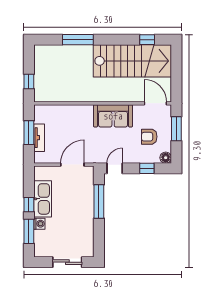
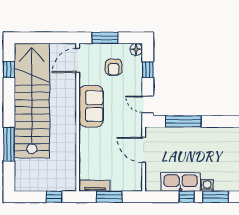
stairs: (132, 61) -> (32, 101), width x1.36
tv unit: (39, 138) -> (95, 186), moved

